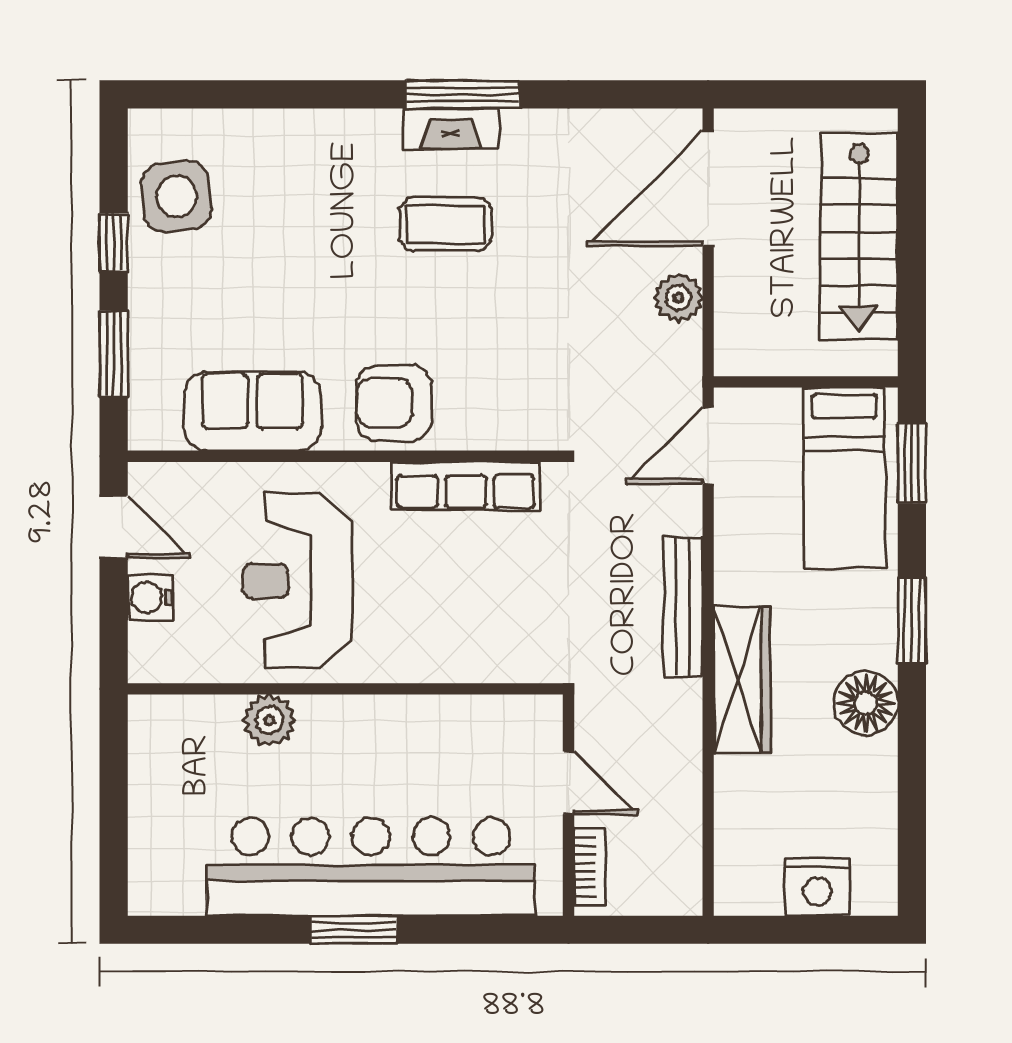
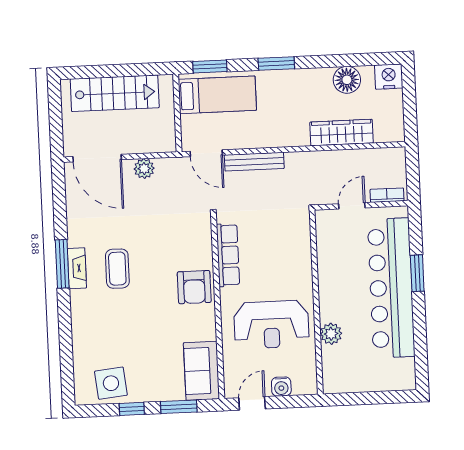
sofa: (252, 411) -> (202, 371), moved
bench: (683, 607) -> (254, 162), moved
wardrobe: (742, 680) -> (342, 133), moved
floor lamp: (866, 703) -> (347, 80), moved
nightstand: (817, 887) -> (389, 77), moved, turned -90
window: (354, 930) -> (417, 273), moved

